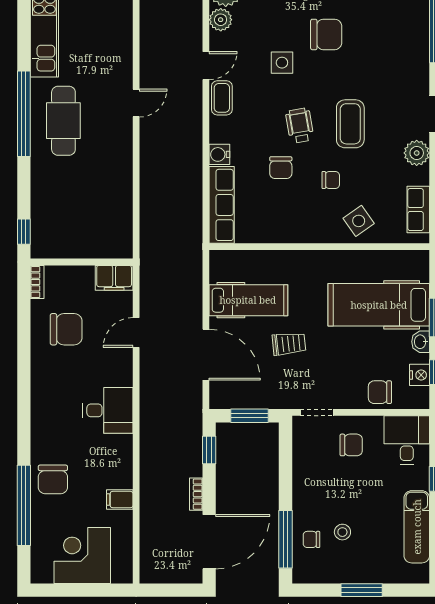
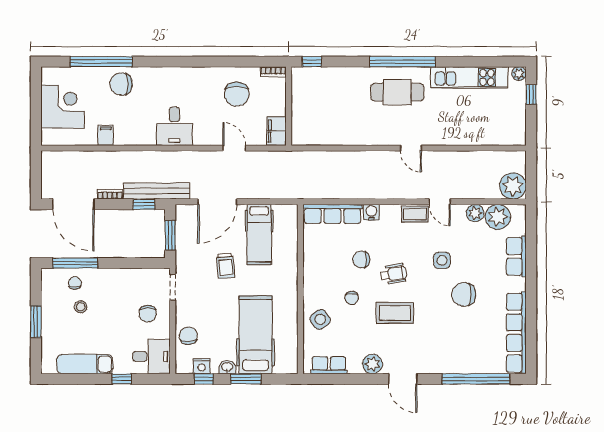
chair: (326, 34) -> (464, 294), turned 90
bench: (192, 433) -> (157, 191), added

